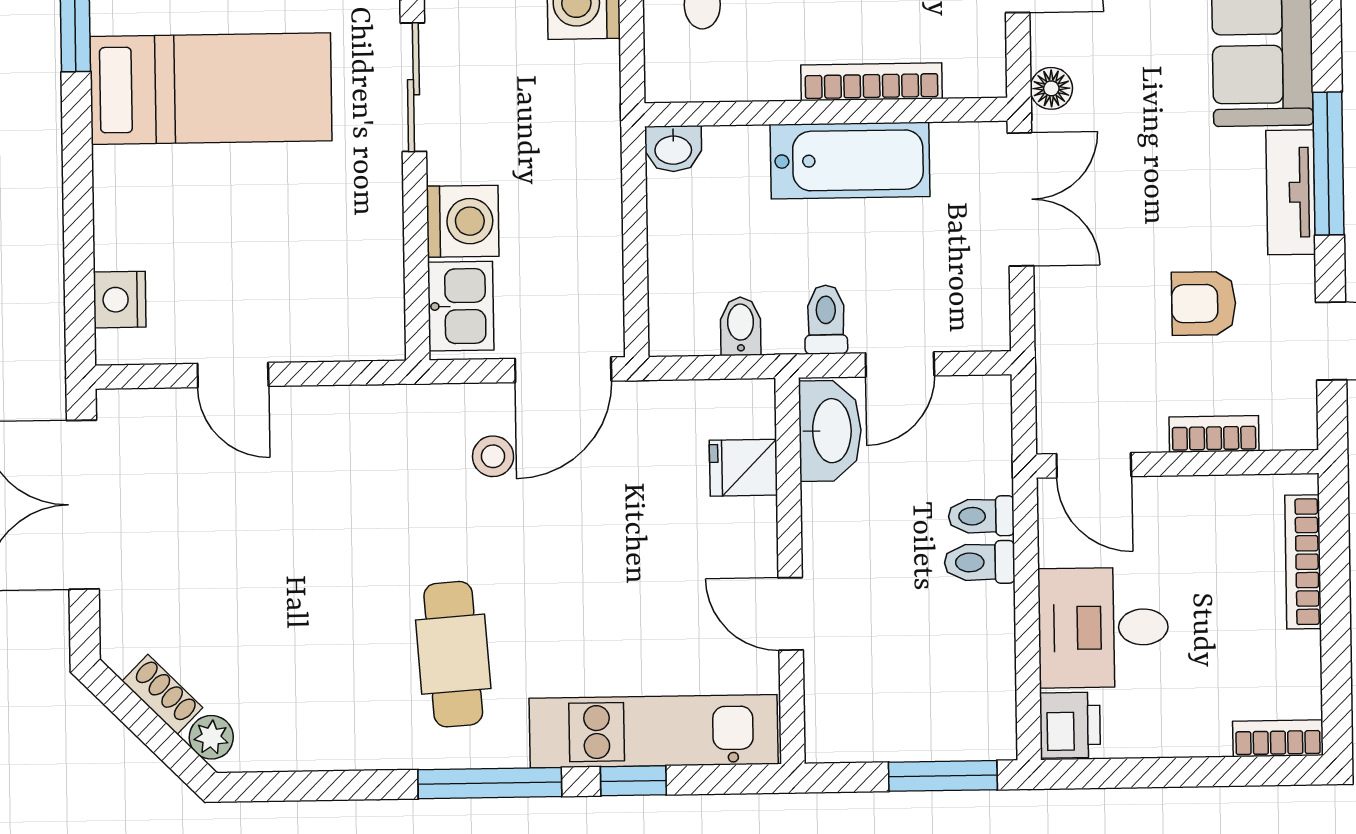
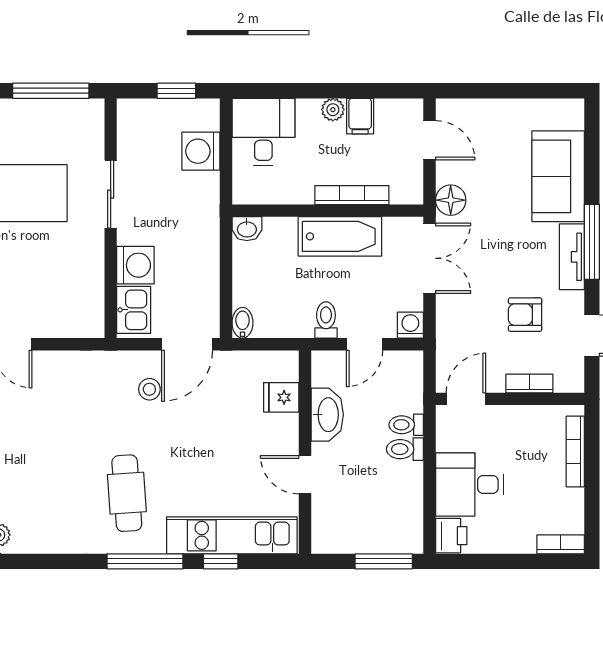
floor lamp: (1051, 88) -> (451, 200), width x1.37, depth x1.37
bidet: (741, 326) -> (243, 323), moved
washing machine: (986, 327) -> (410, 325), added
washbasin: (830, 431) -> (327, 415), moved
door: (1094, 465) -> (466, 399), swing flipped

